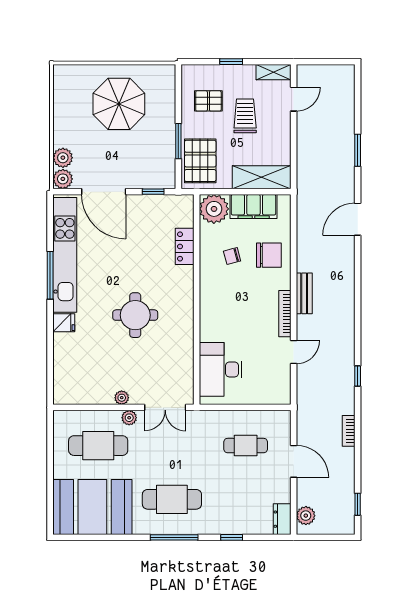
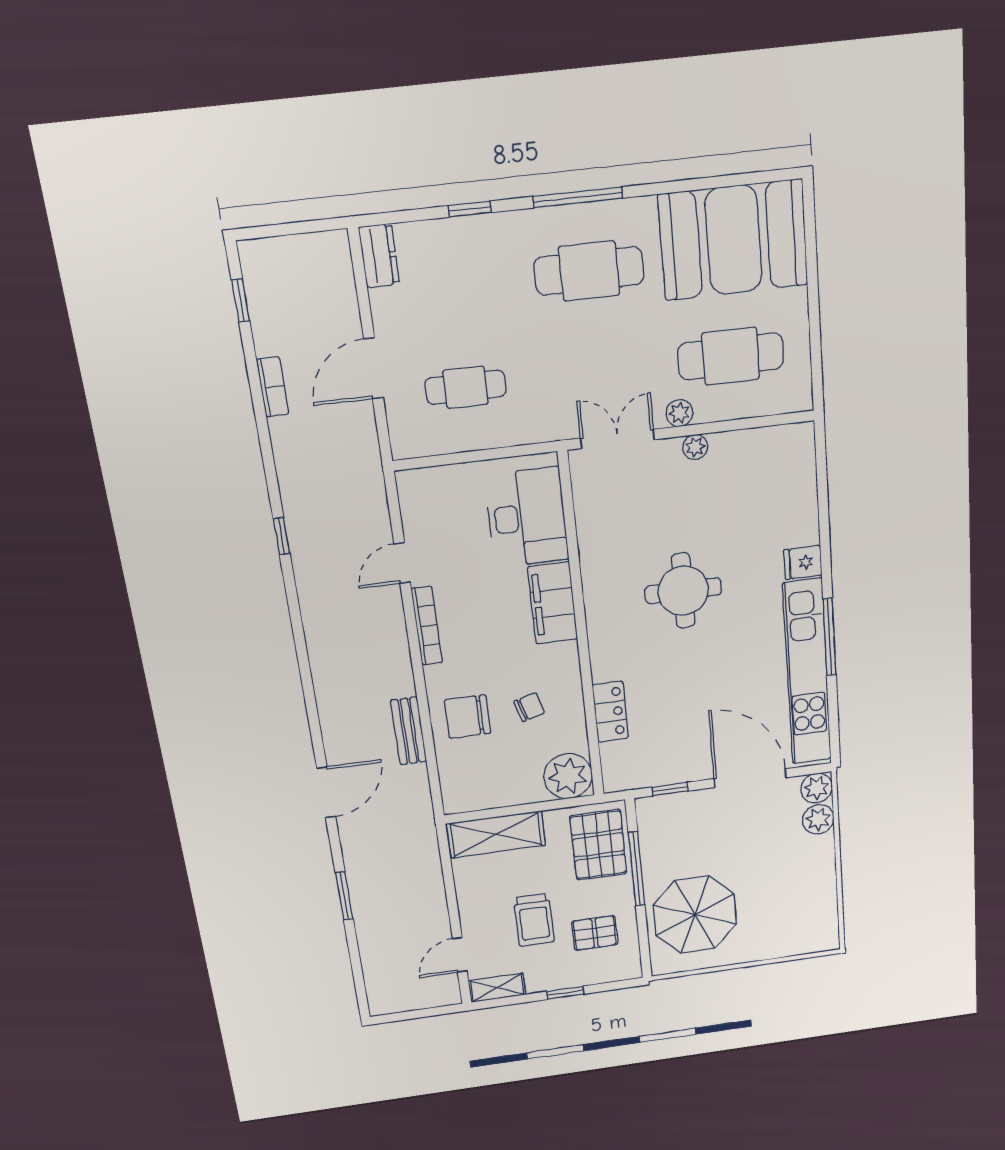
parasol: (119, 104) -> (695, 915), moved
window: (178, 141) -> (637, 869), width x1.44
filing cabinet: (254, 206) -> (553, 603), moved, turned -90
bench: (304, 293) -> (409, 731), moved
bookcase: (349, 431) -> (273, 387), moved
door: (294, 461) -> (374, 368), hinge flipped
plant: (306, 516) -> (335, 267), removed

